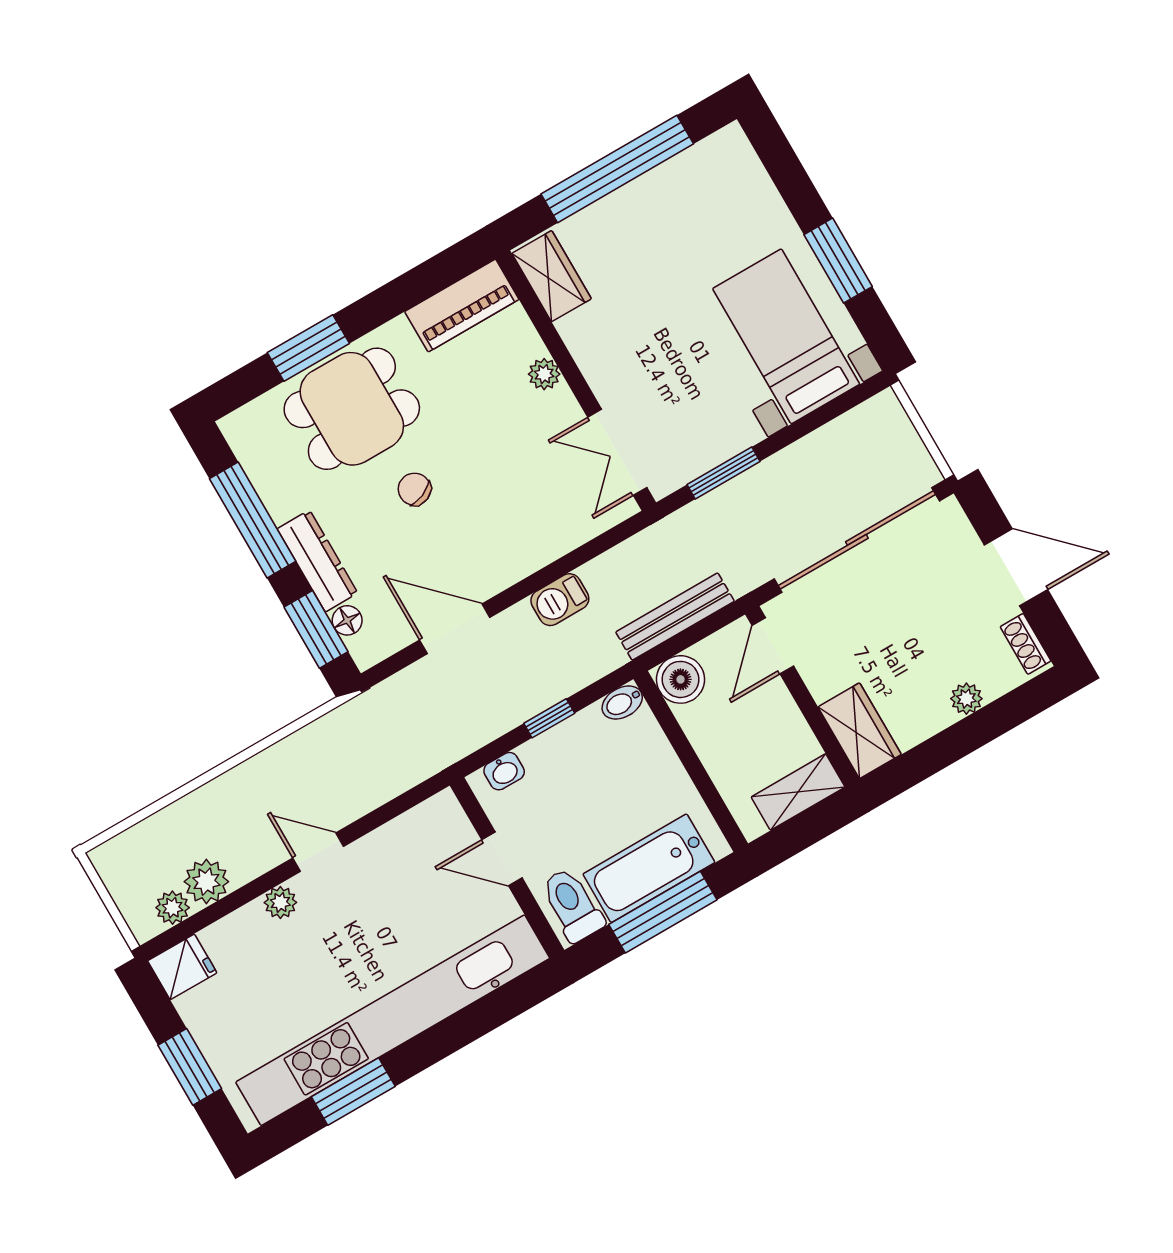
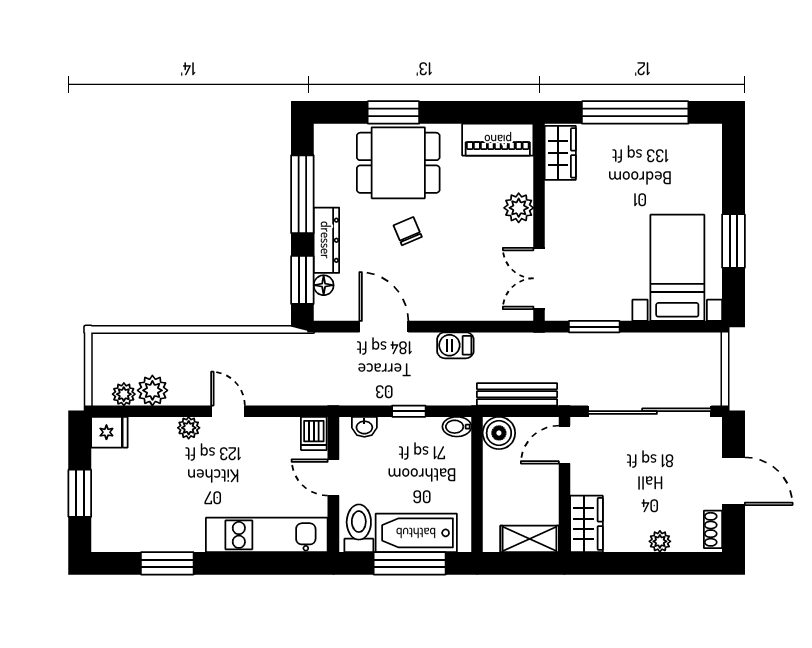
plant: (544, 374) -> (519, 208), width x1.38, depth x1.38
dishwasher: (444, 817) -> (314, 433), added
kitchen unit: (393, 1020) -> (267, 535), width x0.54

